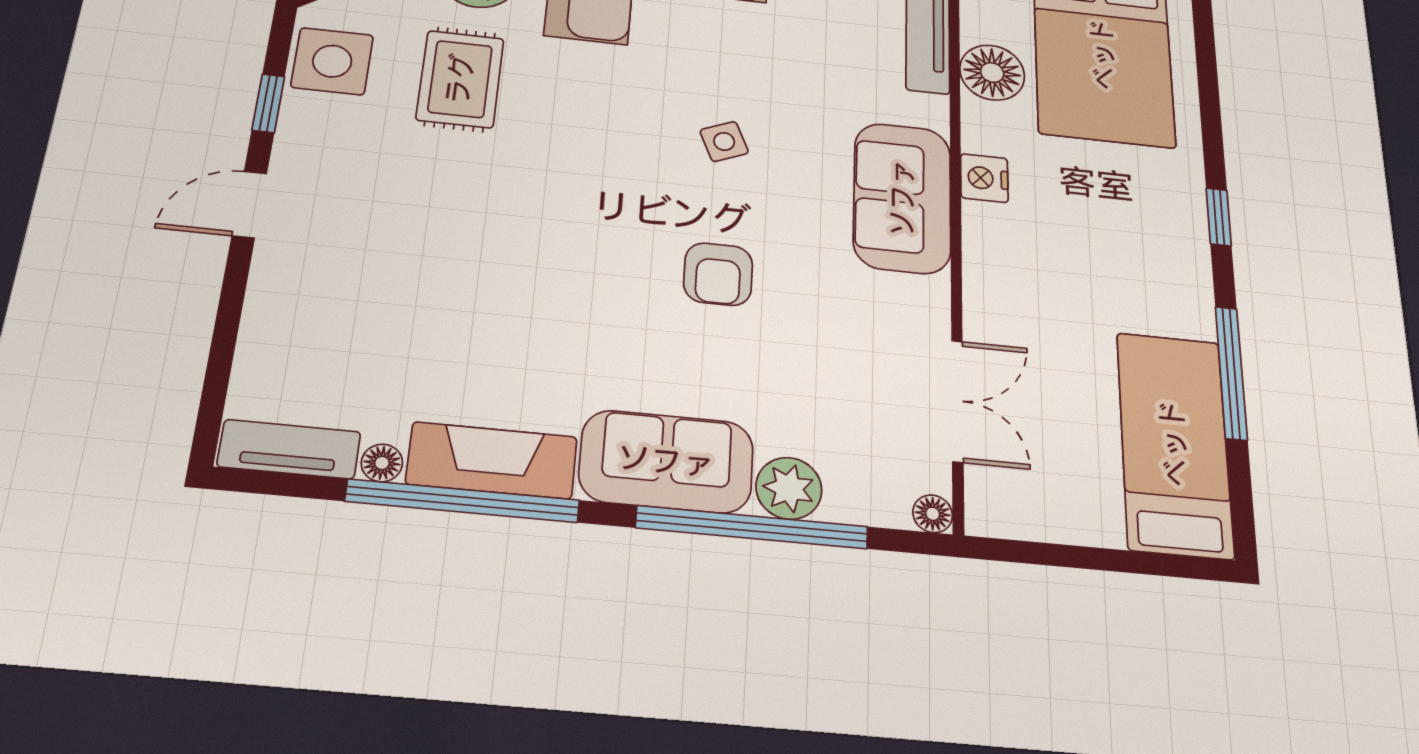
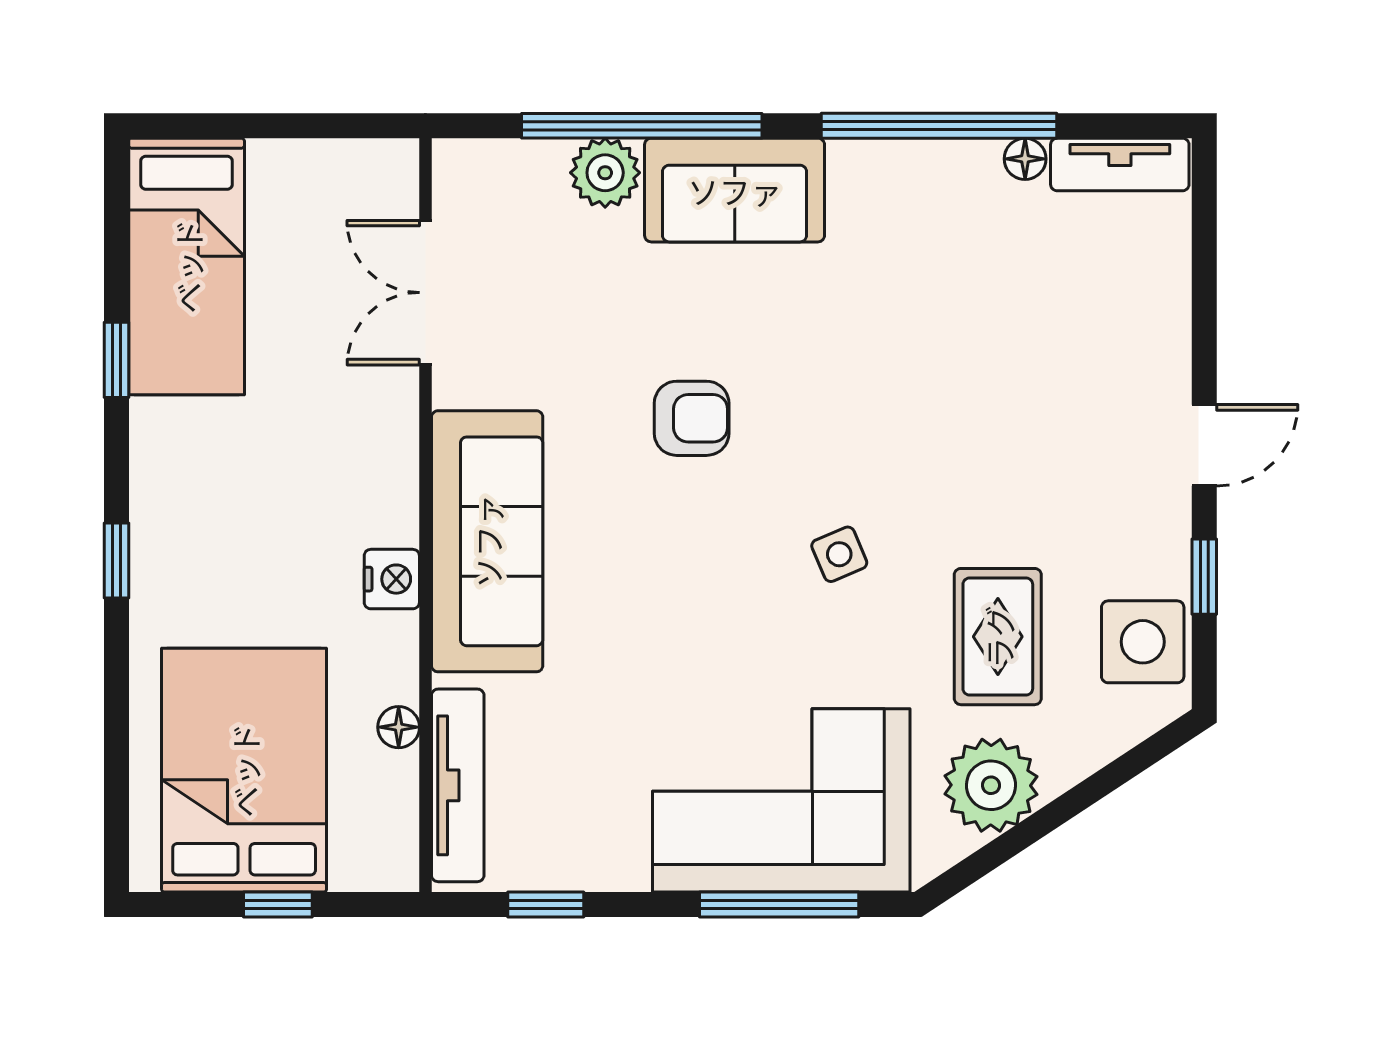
floor lamp: (992, 73) -> (399, 727), width x0.53, depth x0.53
side table: (724, 142) -> (839, 554), moved
sofa: (902, 198) -> (487, 541), width x1.36
armchair: (718, 274) -> (692, 418), turned 90
window: (1231, 373) -> (116, 360), width x0.46
fireplace: (492, 460) -> (914, 173), removed
floor lamp: (933, 514) -> (453, 159), removed

